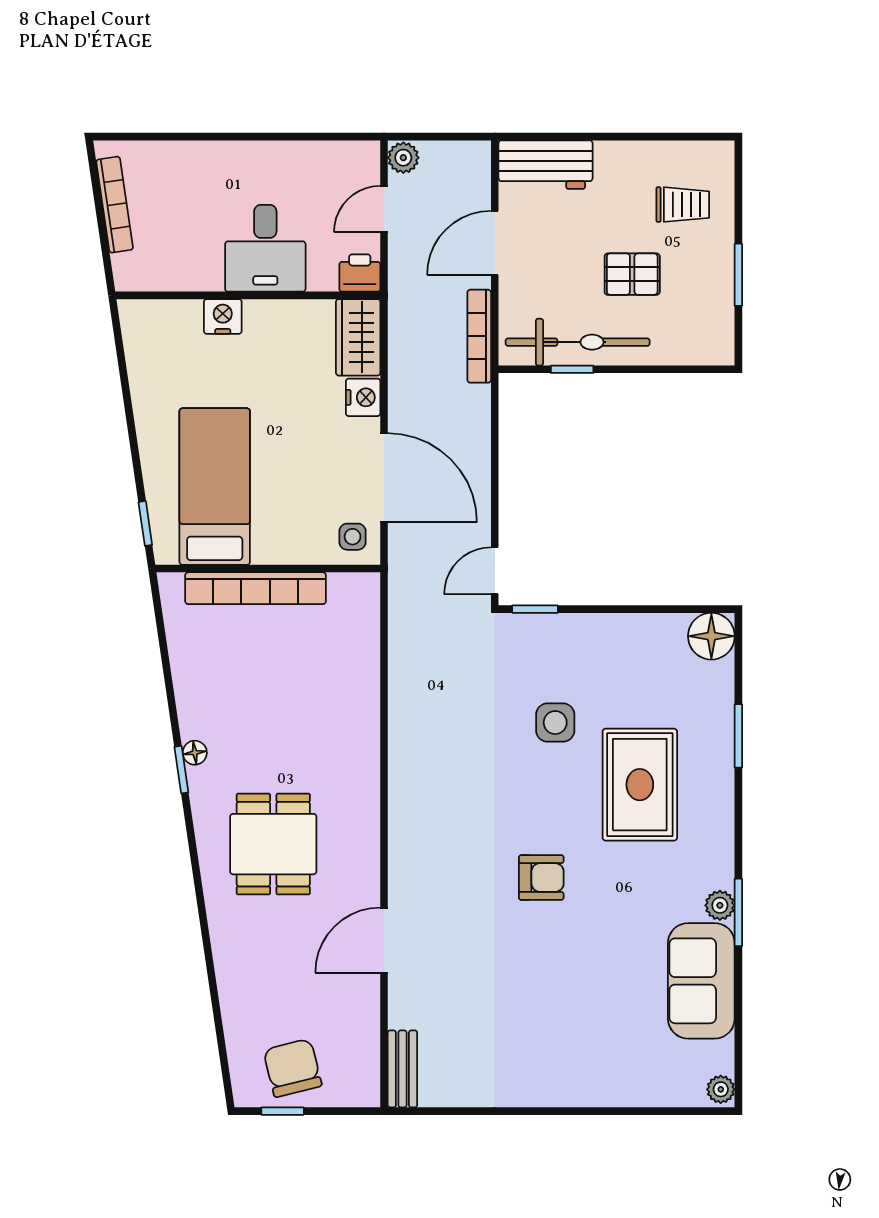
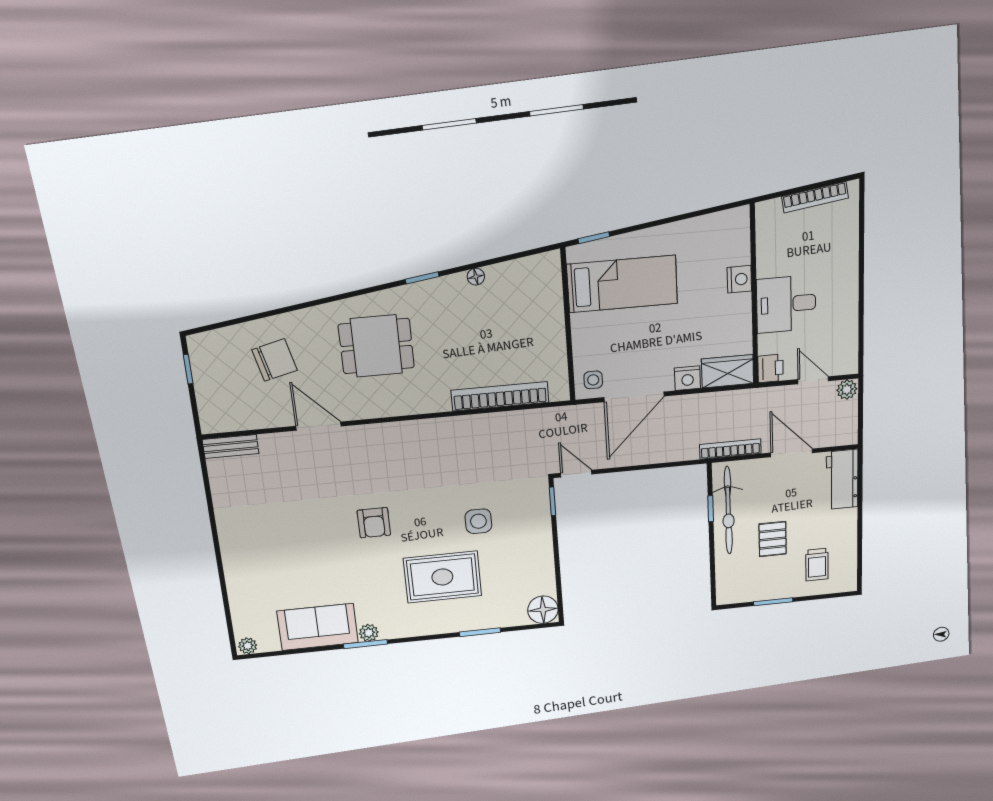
bookcase: (256, 588) -> (500, 396), moved, turned 90
floor lamp: (195, 753) -> (476, 277), moved
chair: (293, 1068) -> (275, 360), moved

